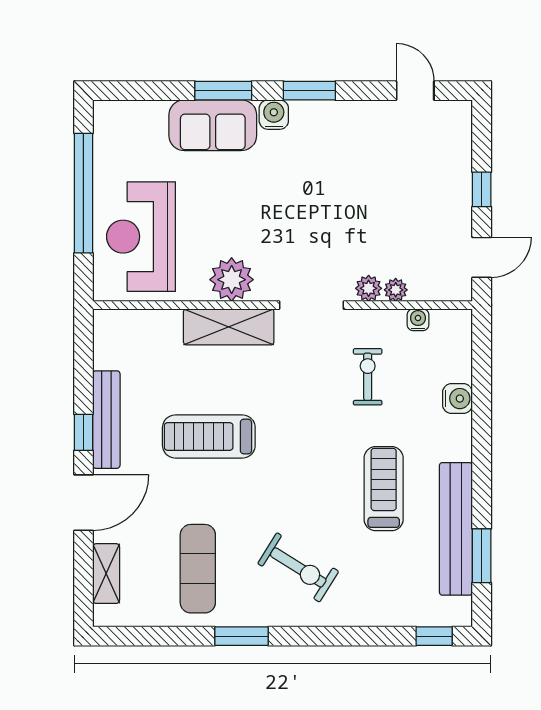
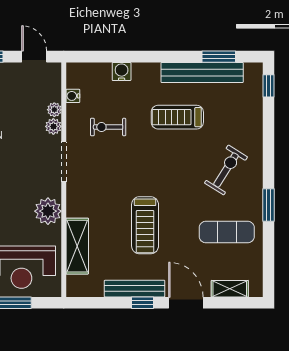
shelving: (229, 327) -> (77, 246), moved

